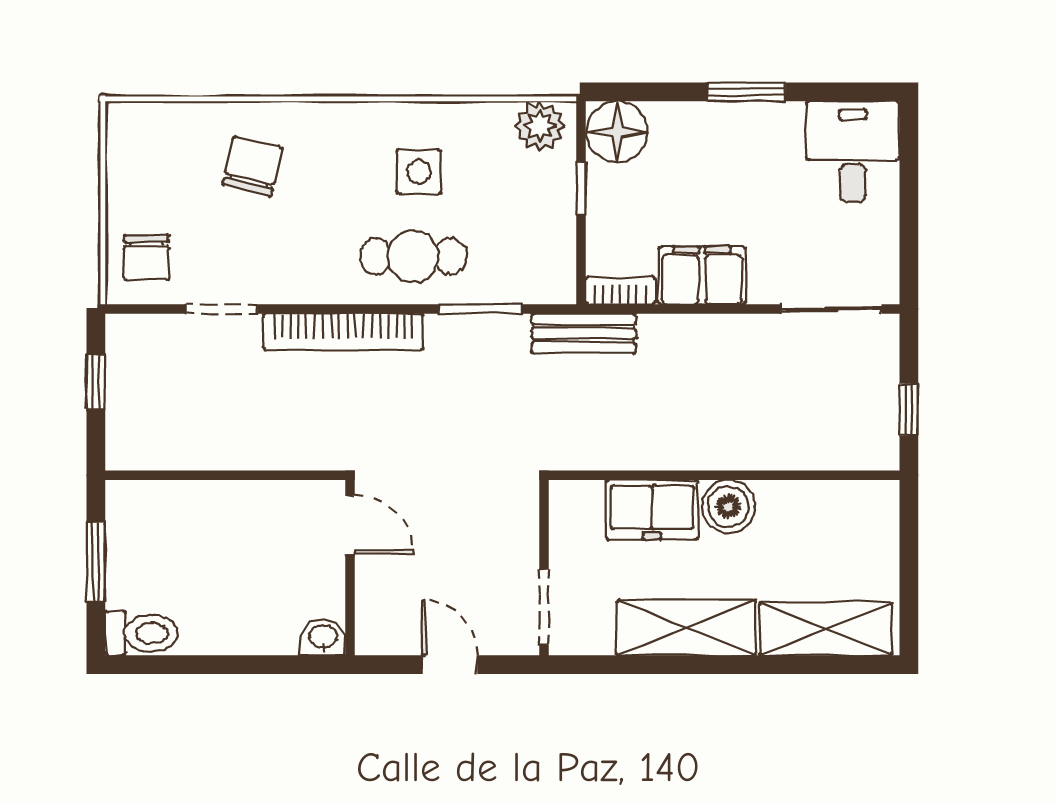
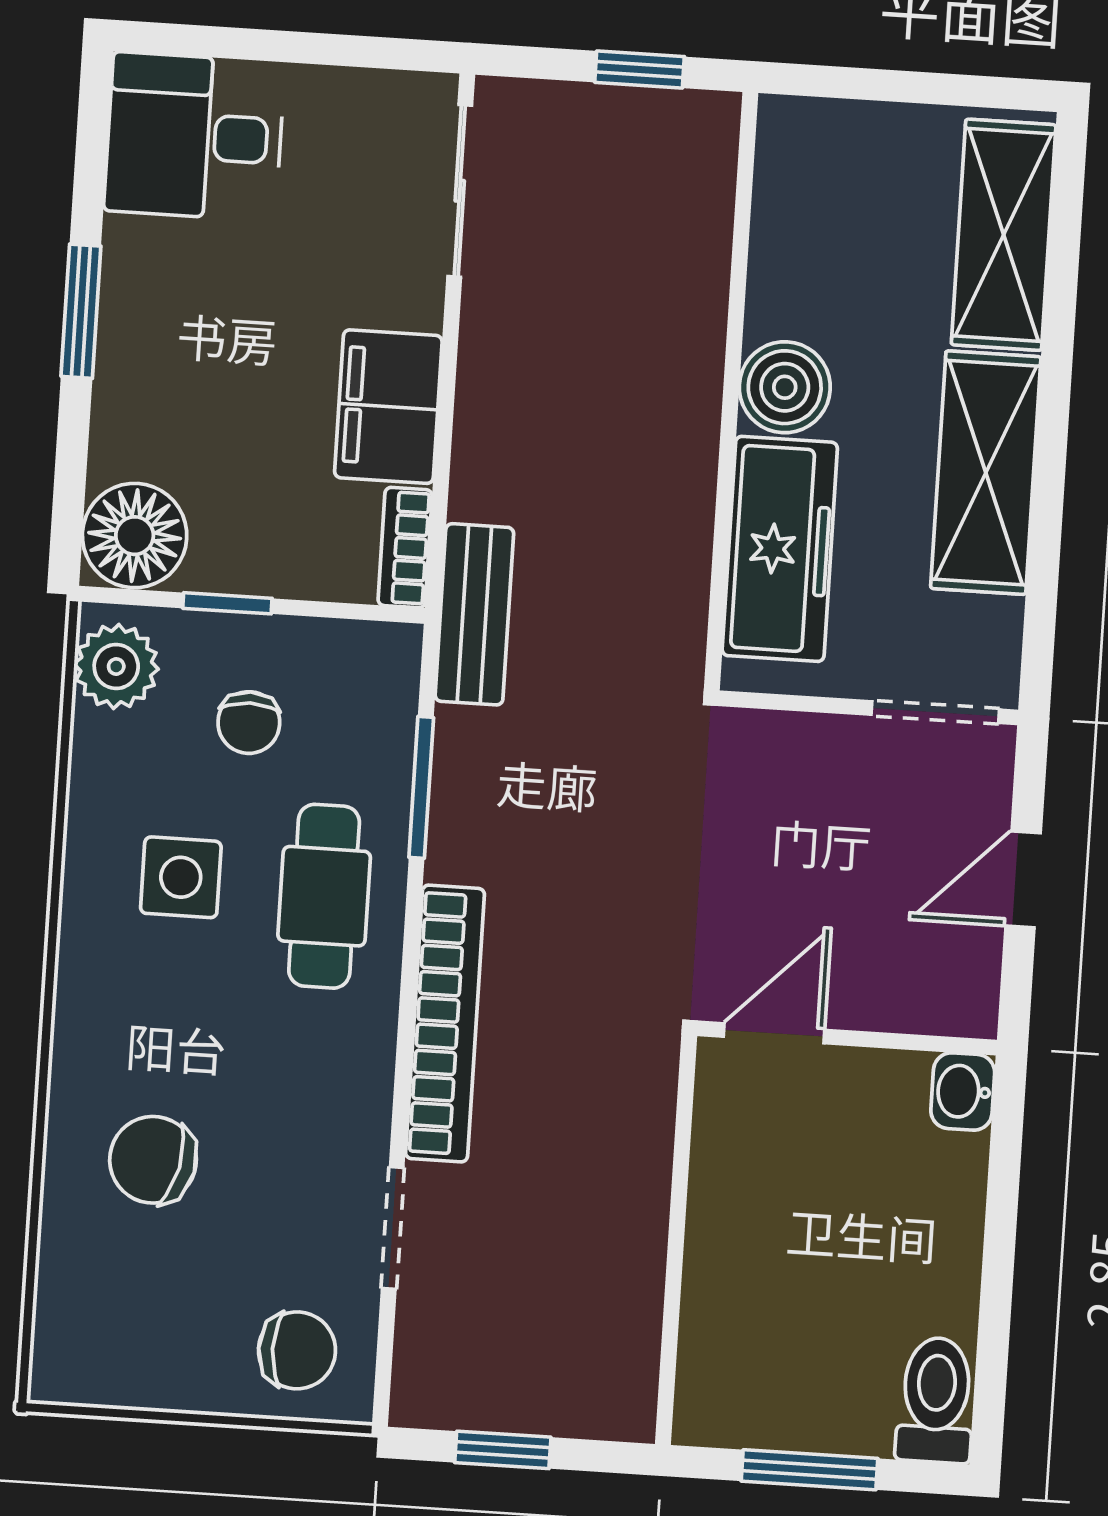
chair: (512, 206) -> (249, 723), added
freezer: (652, 510) -> (780, 549), width x1.40

